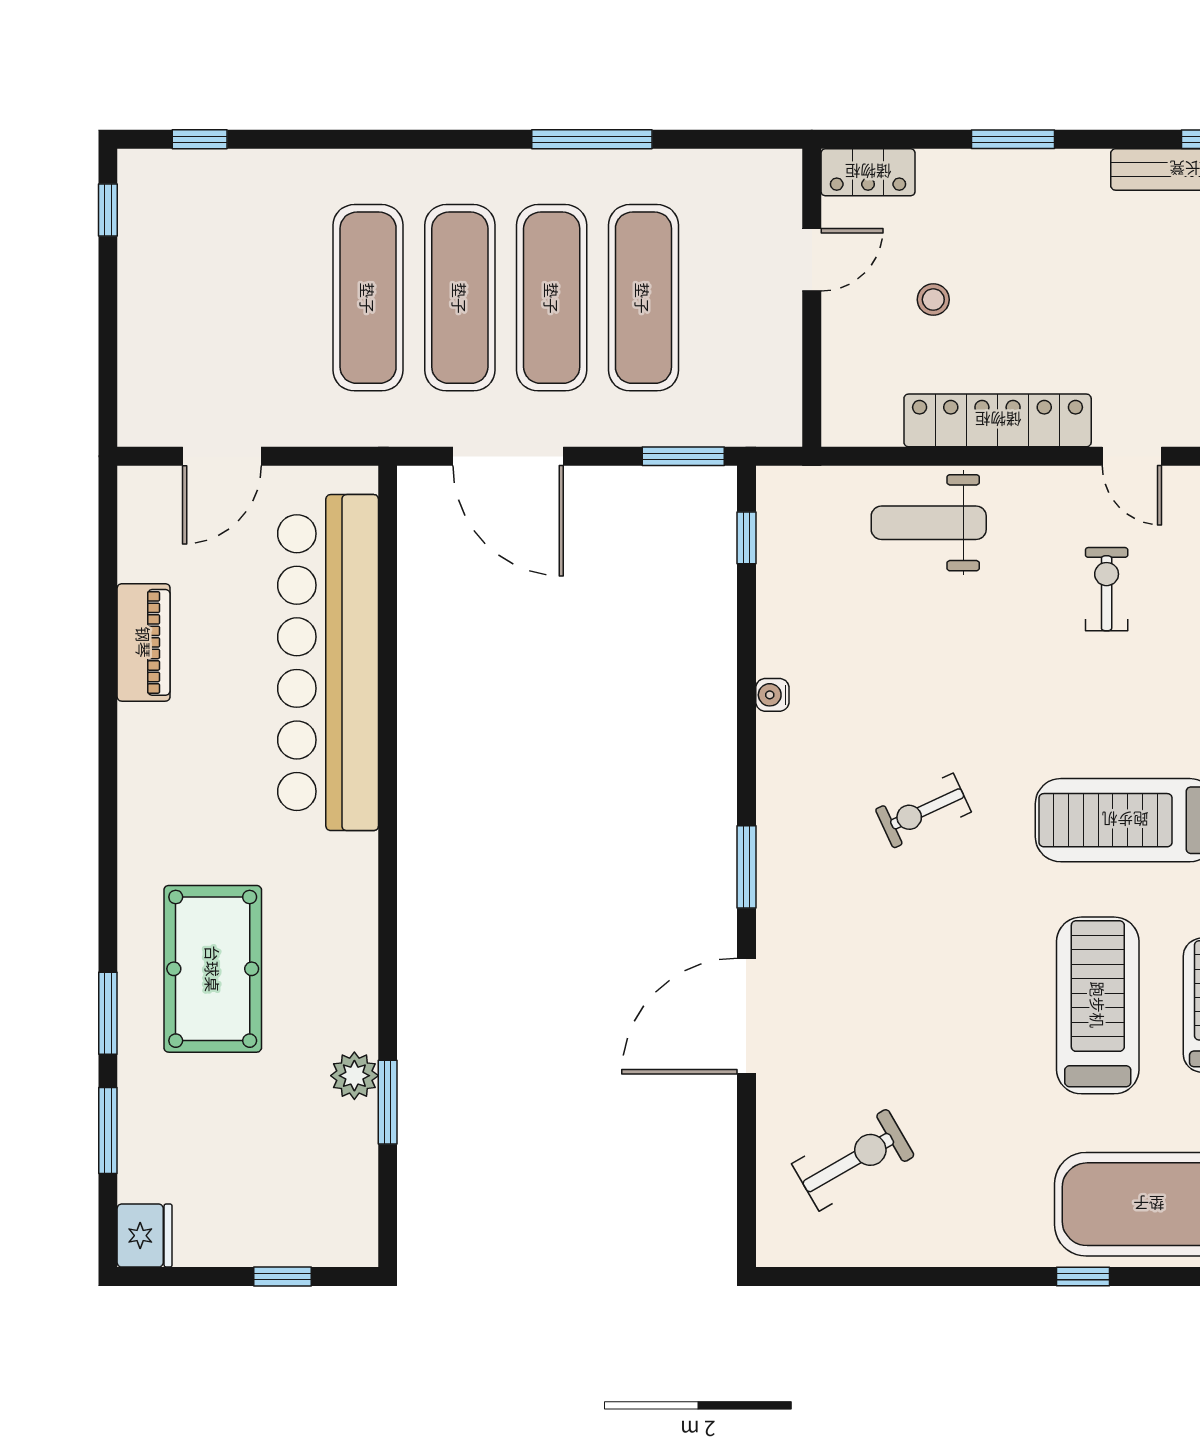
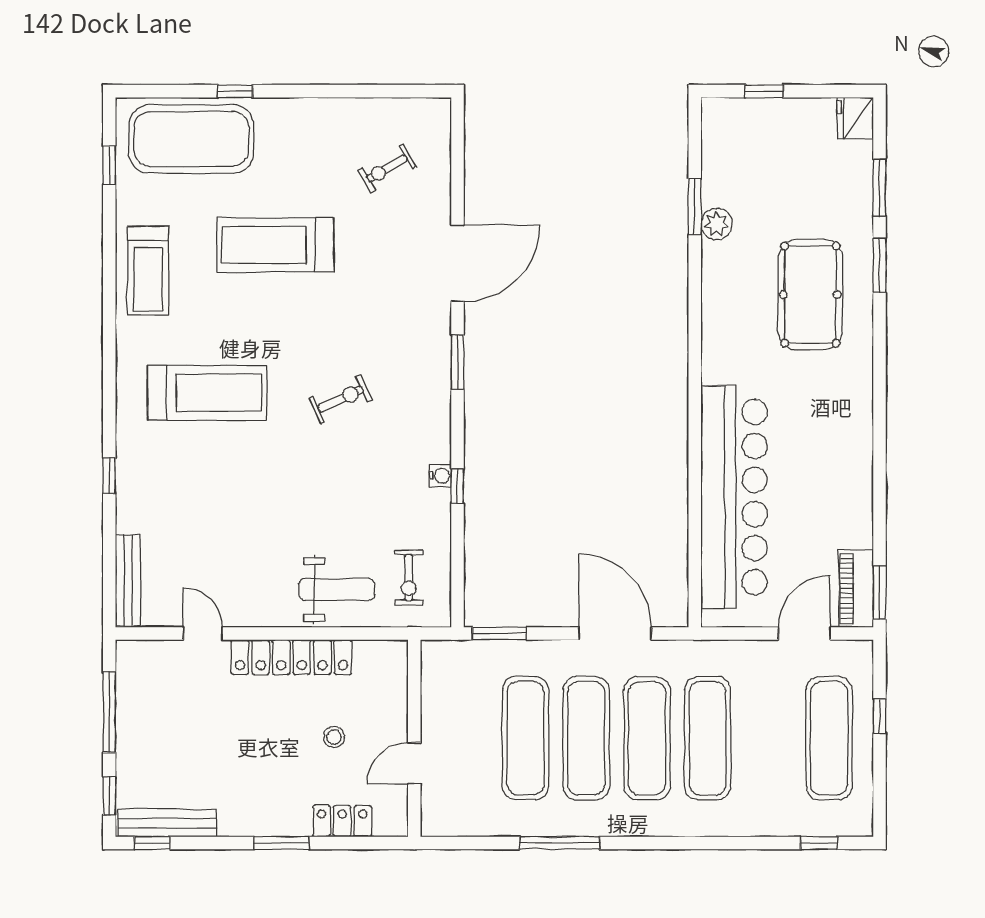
locker: (868, 172) -> (342, 821), moved
window: (108, 210) -> (880, 716), moved
exercise mat: (184, 298) -> (829, 738), added
window: (108, 518) -> (880, 592), added
window: (746, 538) -> (457, 486), moved
exercise bike: (1107, 589) -> (409, 578), moved
piano: (144, 642) -> (856, 588), moved
treadmill: (1098, 1005) -> (275, 245), moved, turned 90
exercise bike: (853, 1160) -> (387, 168), width x0.73, depth x0.72

